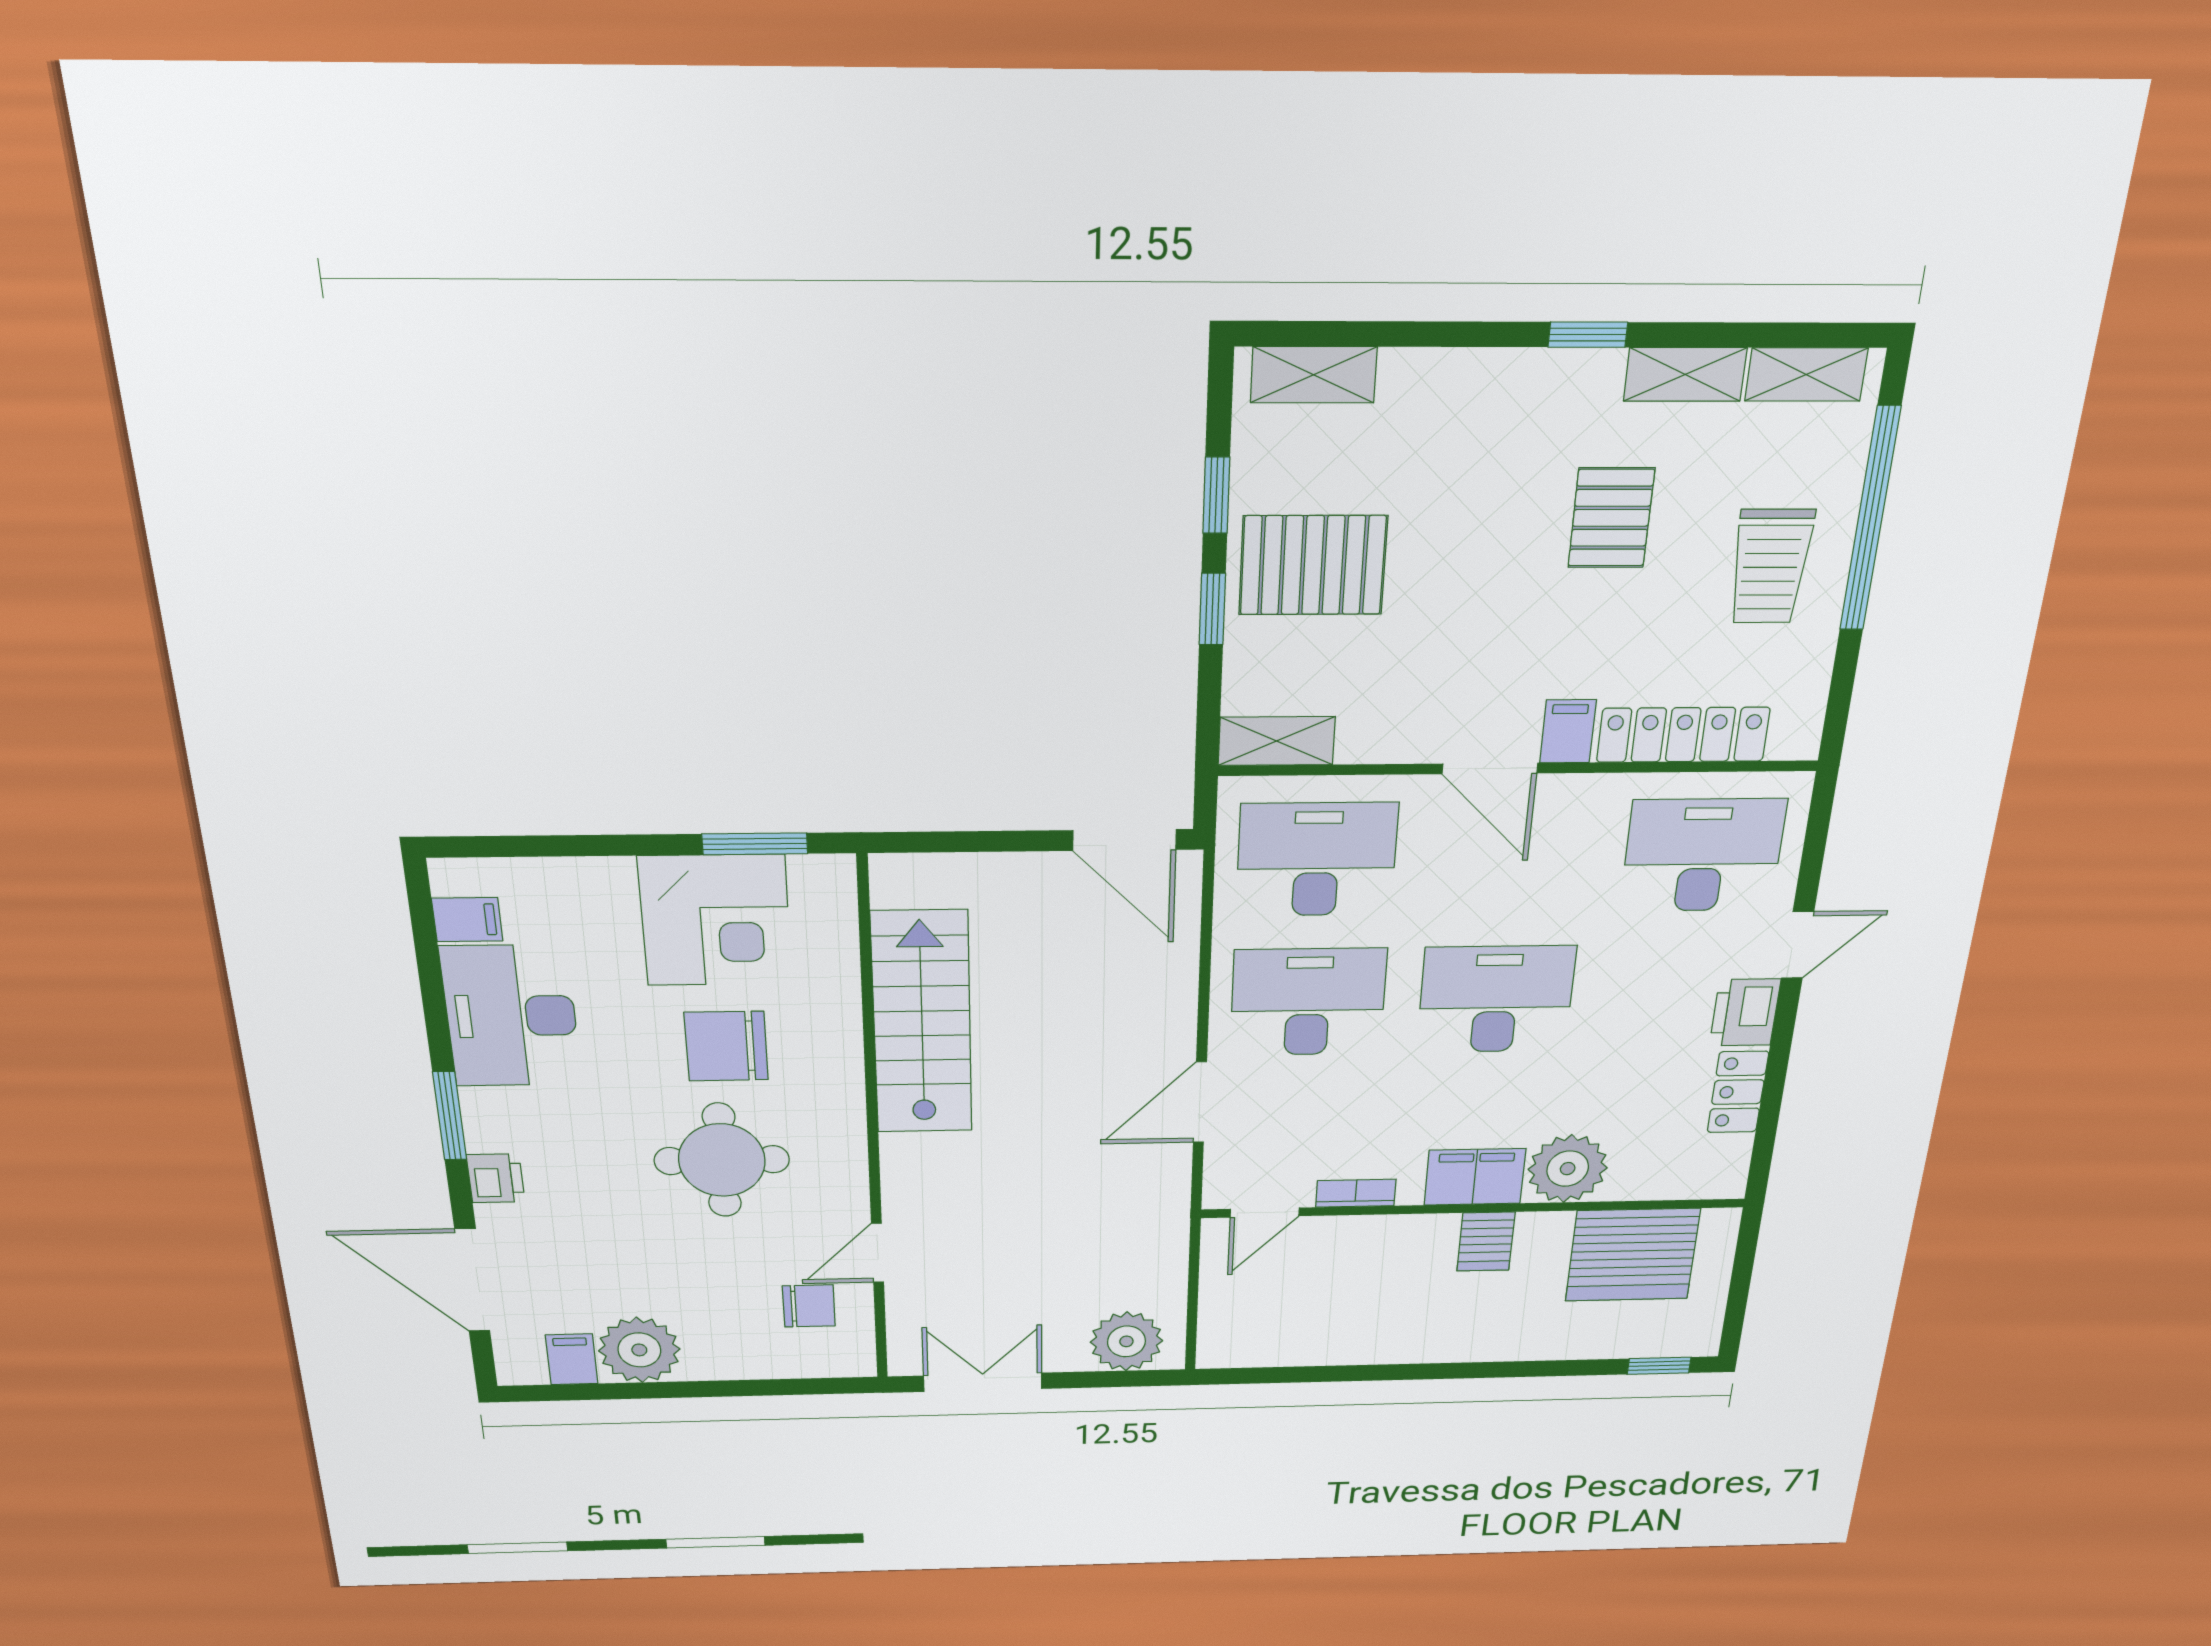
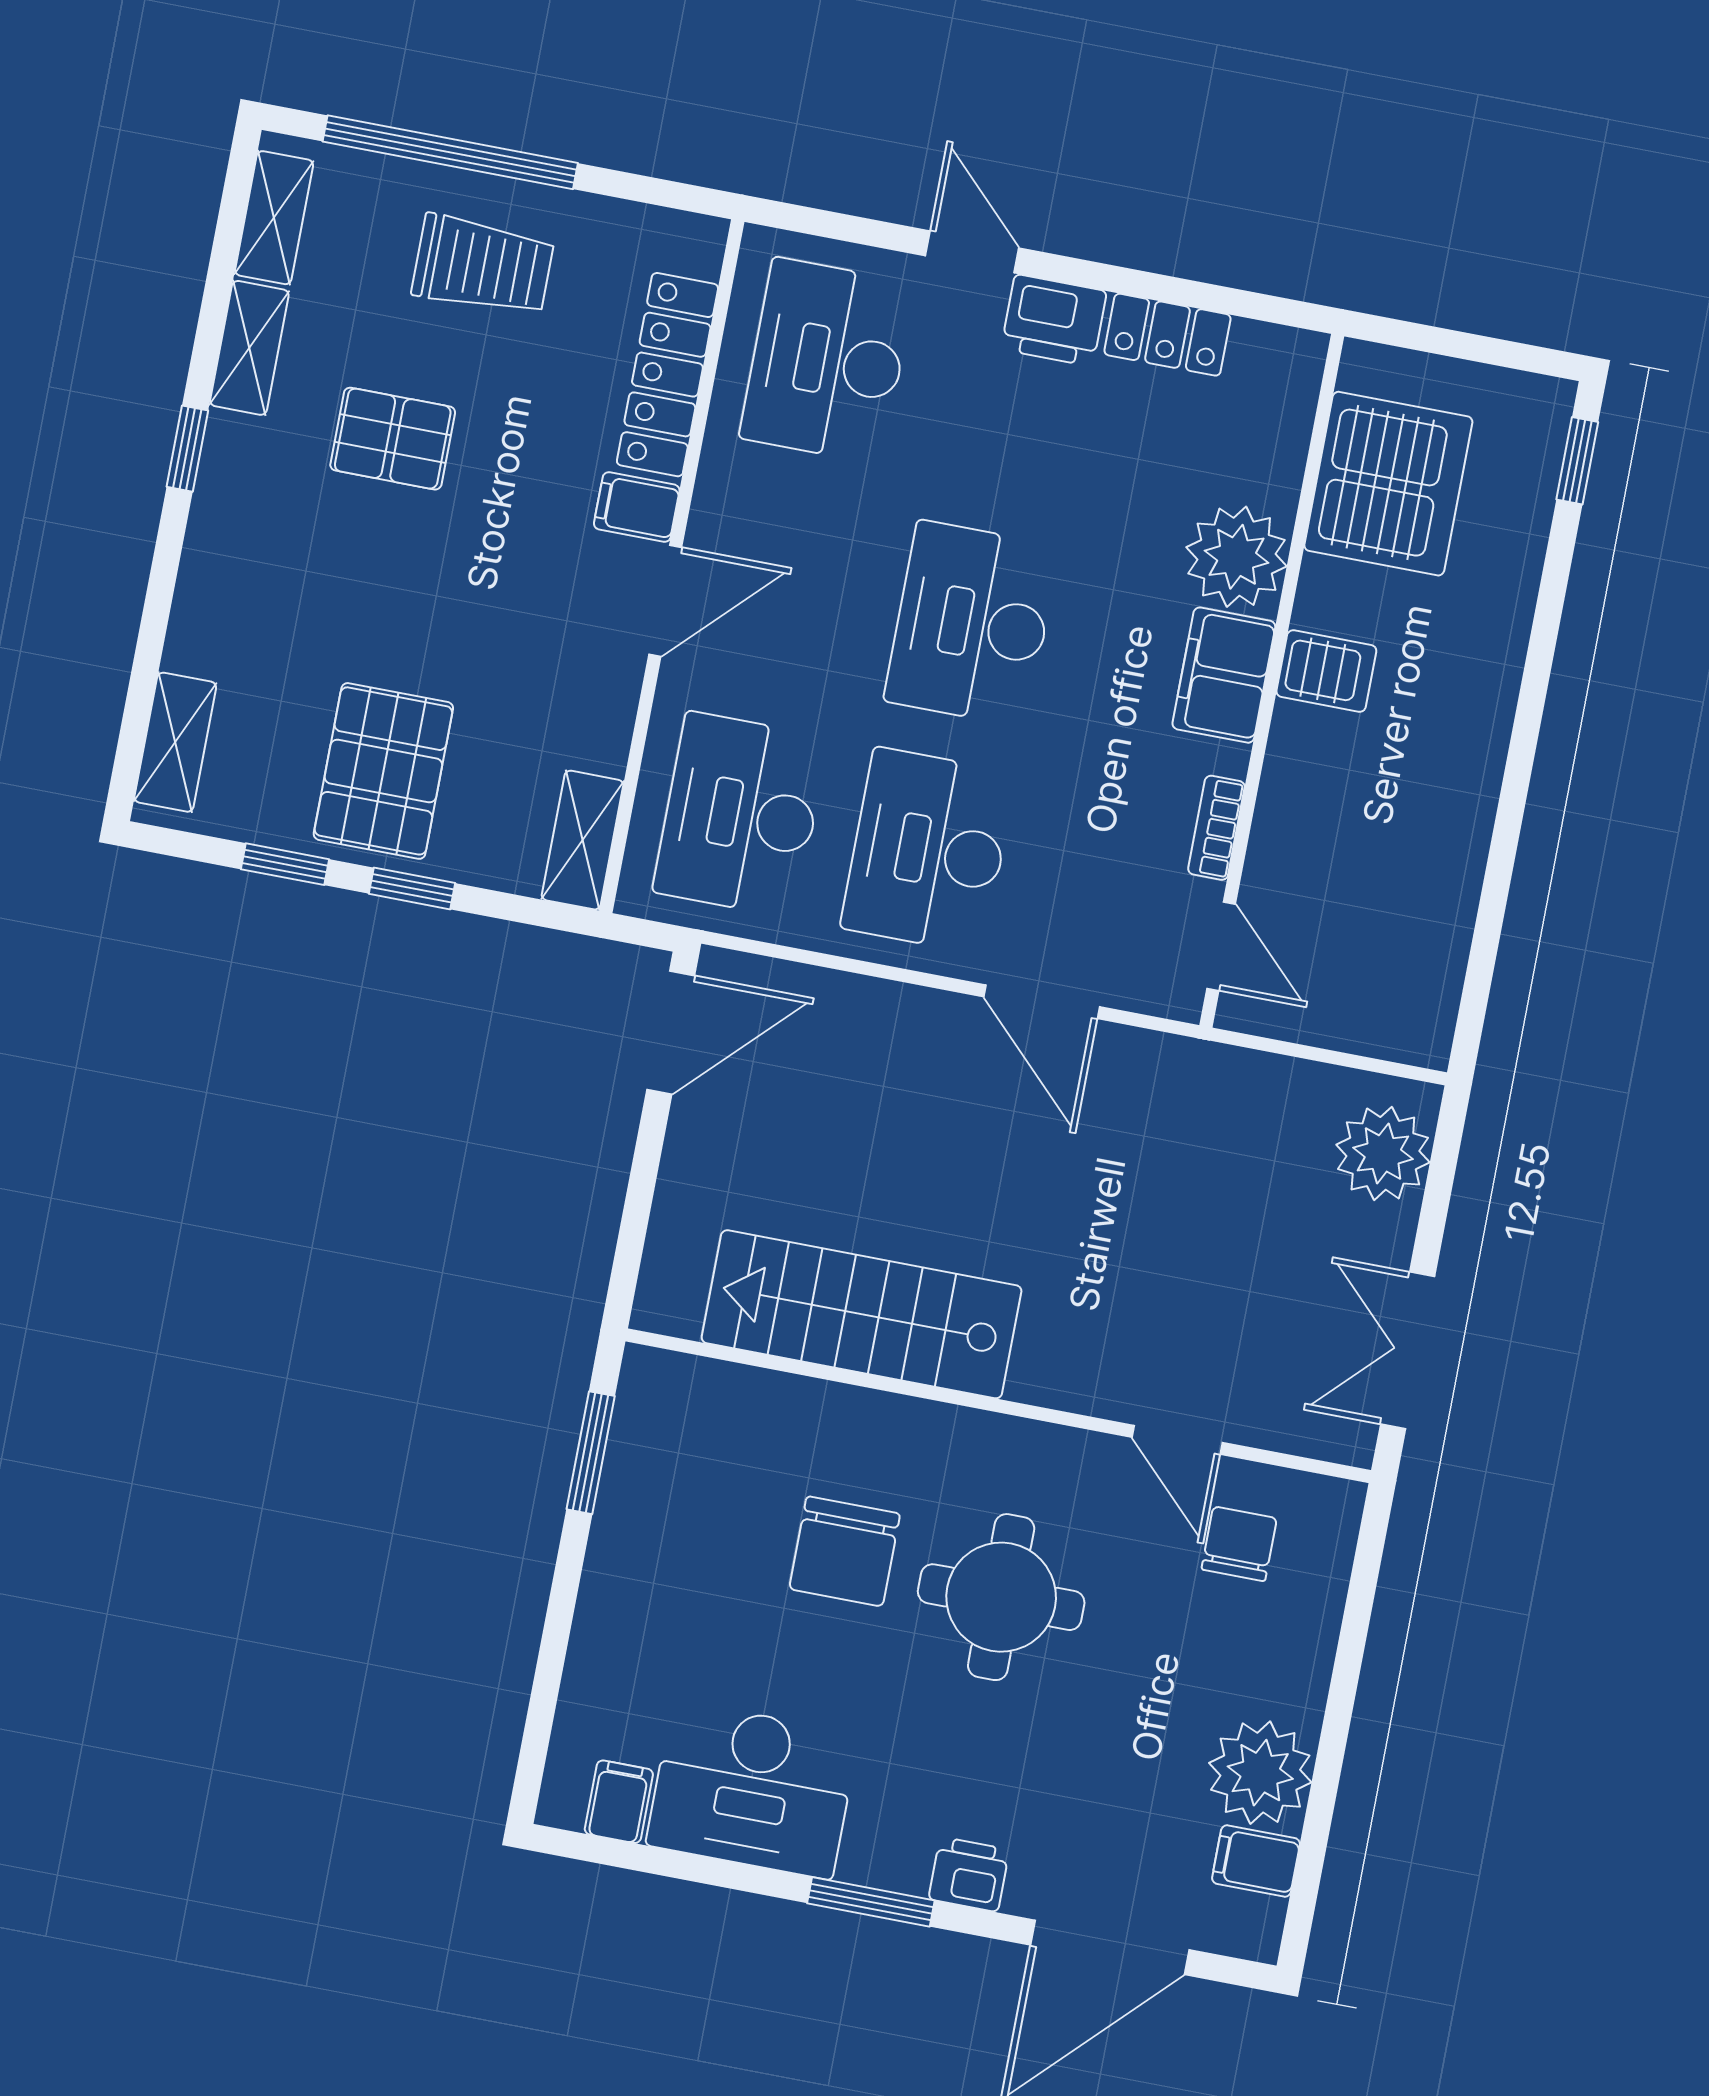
corner desk: (716, 920) -> (677, 1521), removed

